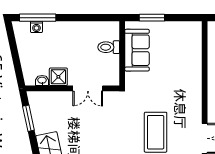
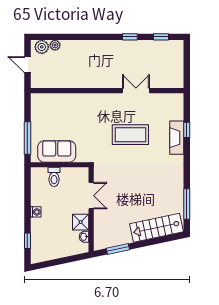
window: (38, 18) -> (27, 241), width x0.46
window: (152, 18) -> (27, 138), width x1.44
washing machine: (36, 27) -> (36, 212), moved

